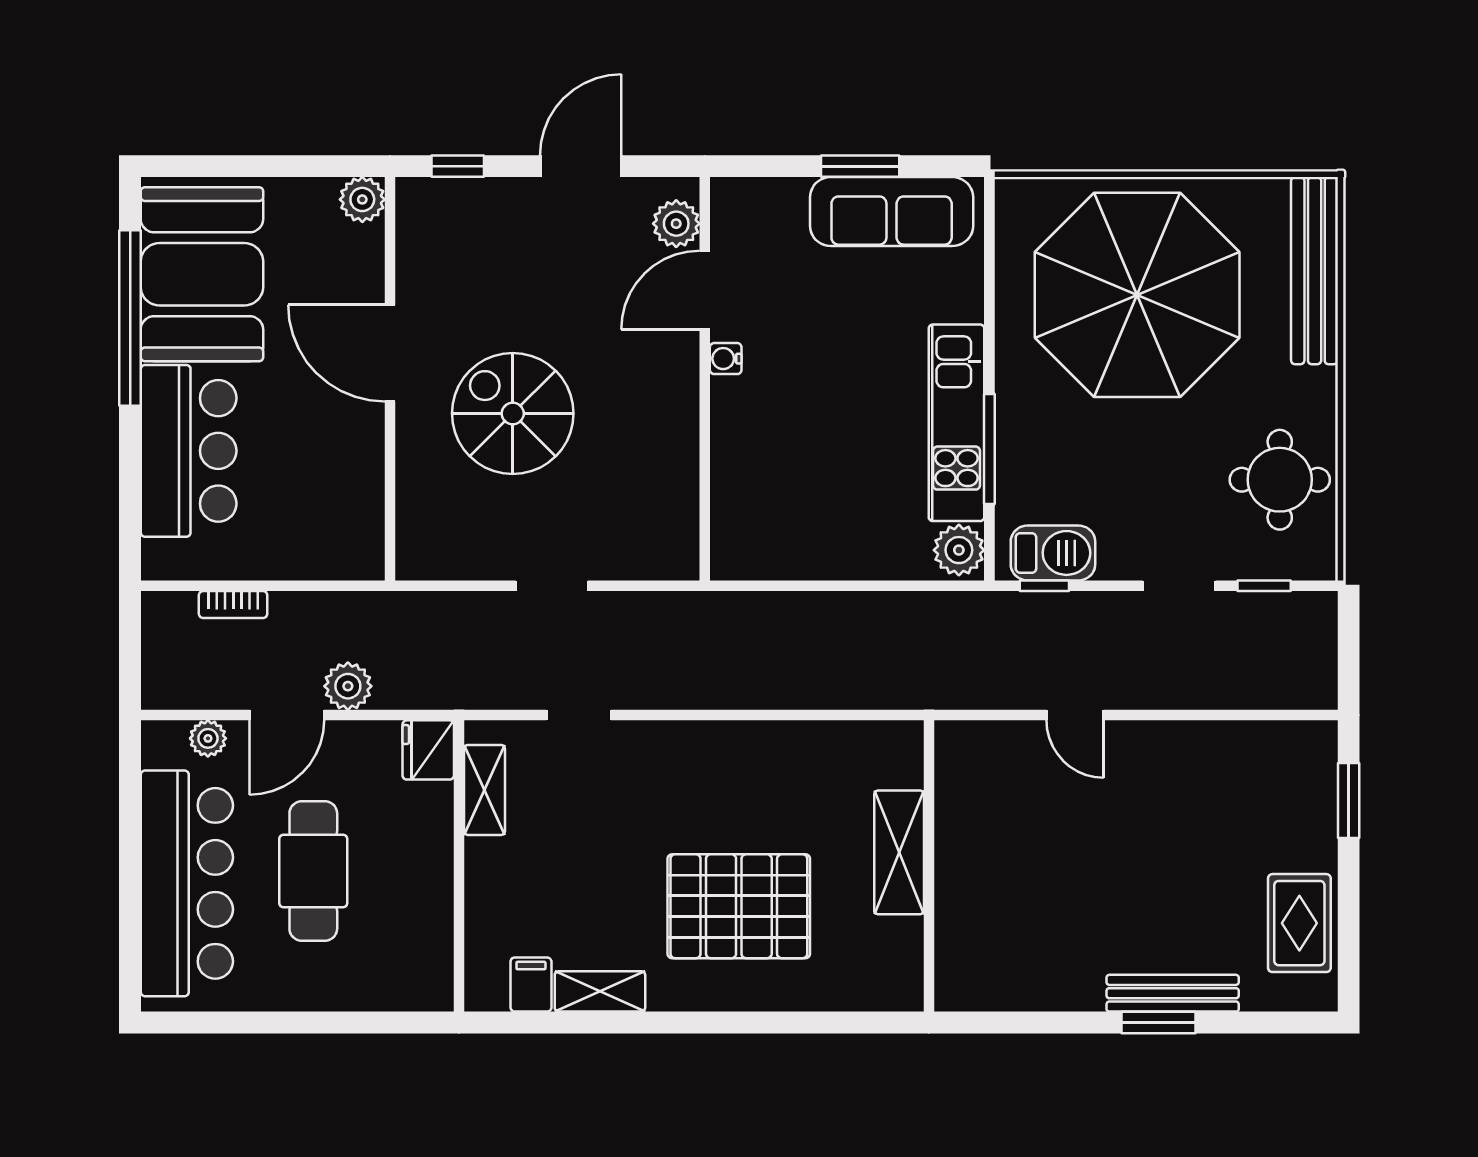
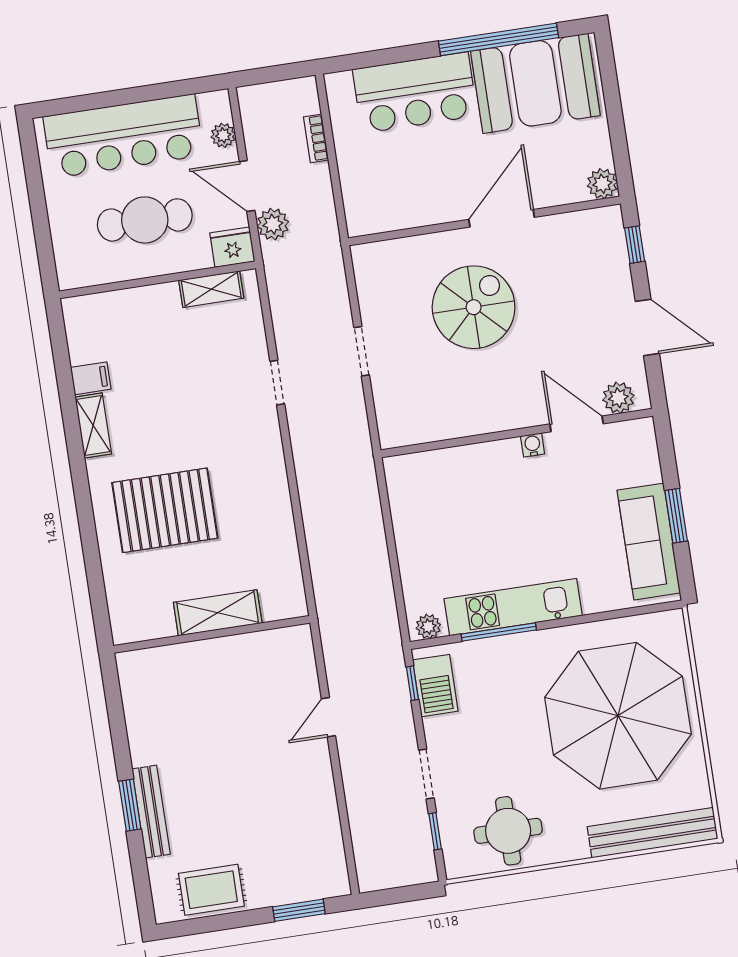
plant: (959, 550) -> (428, 627), width x0.73, depth x0.73
fridge: (428, 750) -> (232, 247), moved
shelving: (485, 790) -> (211, 289), moved
wall: (459, 866) -> (157, 280), moved
pallet: (739, 906) -> (165, 510), turned 90

